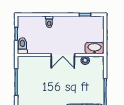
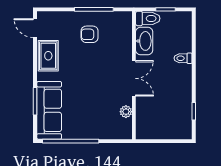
washbasin: (95, 48) -> (144, 41), moved
double door: (63, 55) -> (134, 78), swing flipped
armchair: (33, 85) -> (90, 34), added

